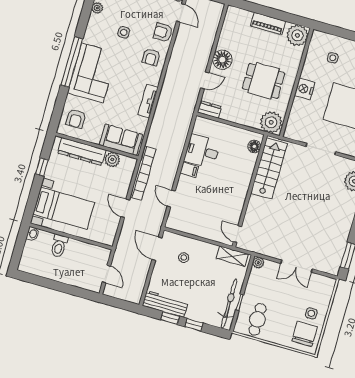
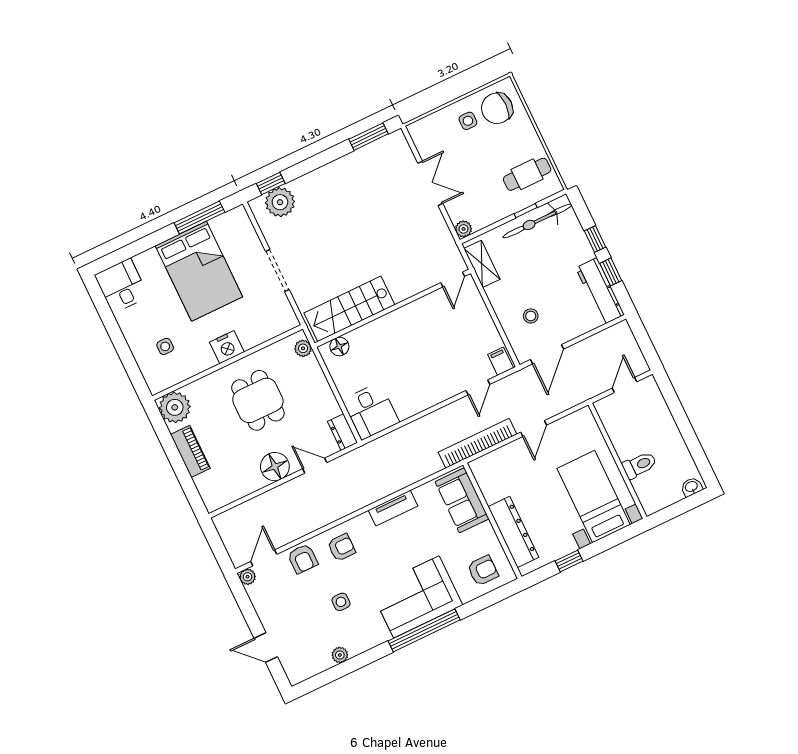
plant: (271, 122) -> (303, 348), width x0.53, depth x0.53
desk: (202, 151) -> (371, 411), moved
plant: (112, 159) -> (492, 490), removed
filing cabinet: (189, 170) -> (501, 361), moved
washbasin: (33, 234) -> (692, 487), moved

